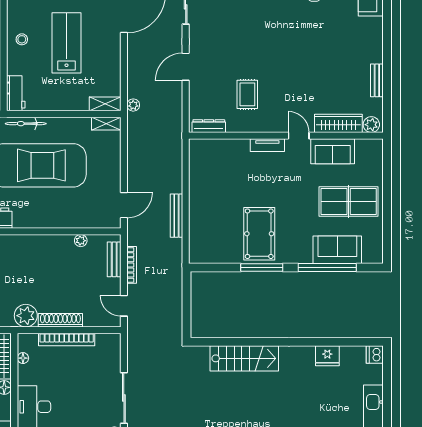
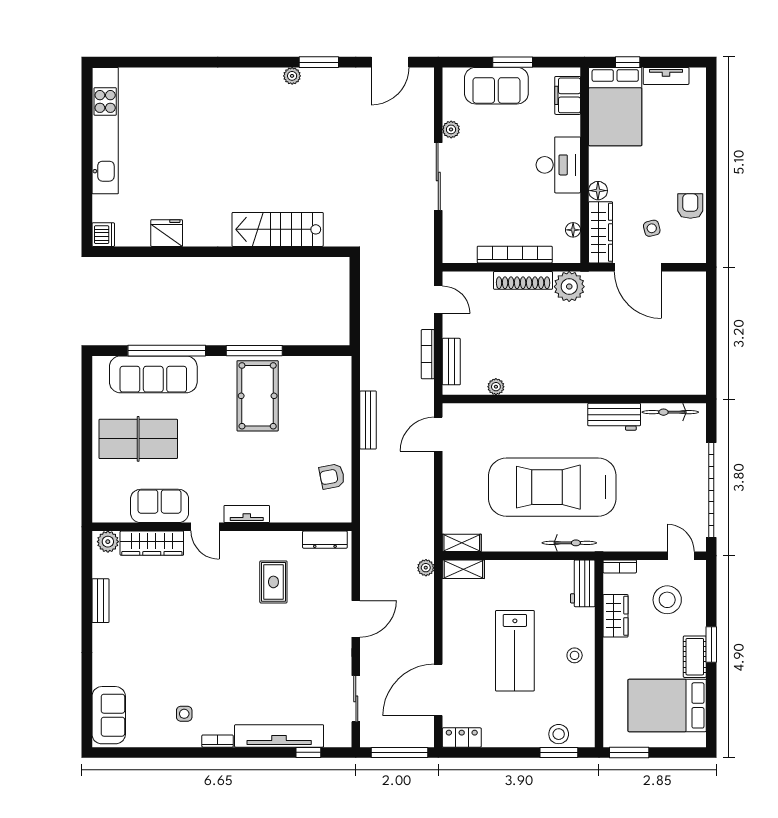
armchair: (204, 173) -> (332, 476), added
sofa: (337, 250) -> (153, 374), width x1.36

